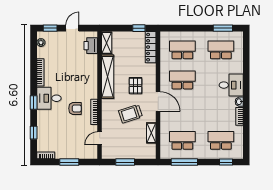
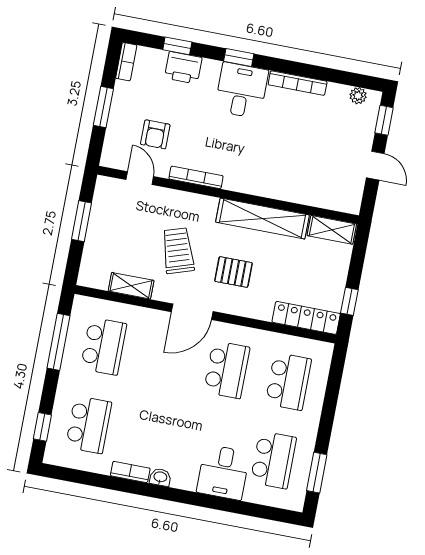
printer: (91, 46) -> (183, 68), moved, turned 180
desk: (231, 85) -> (223, 472), moved
armchair: (75, 108) -> (155, 134), moved

